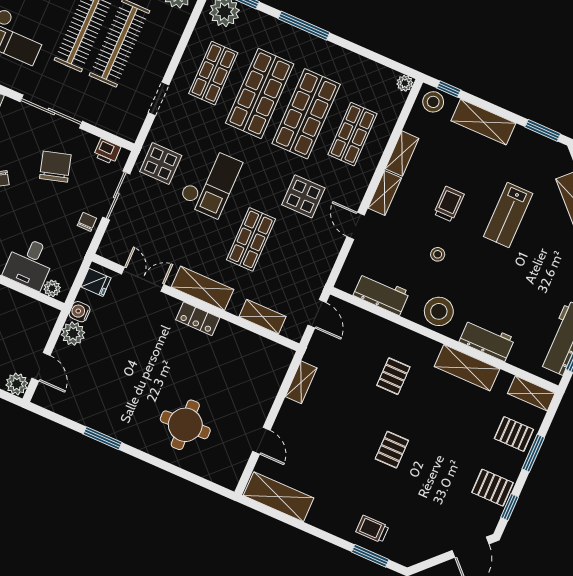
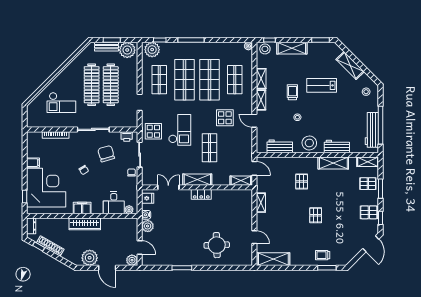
lab bench: (508, 215) -> (322, 85), turned 90
shelving: (262, 317) -> (241, 181), moved

